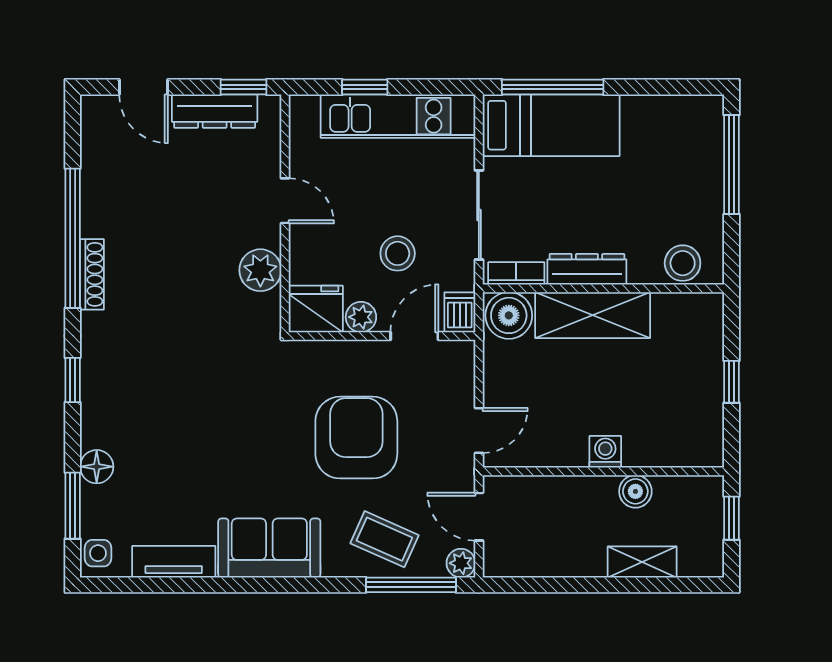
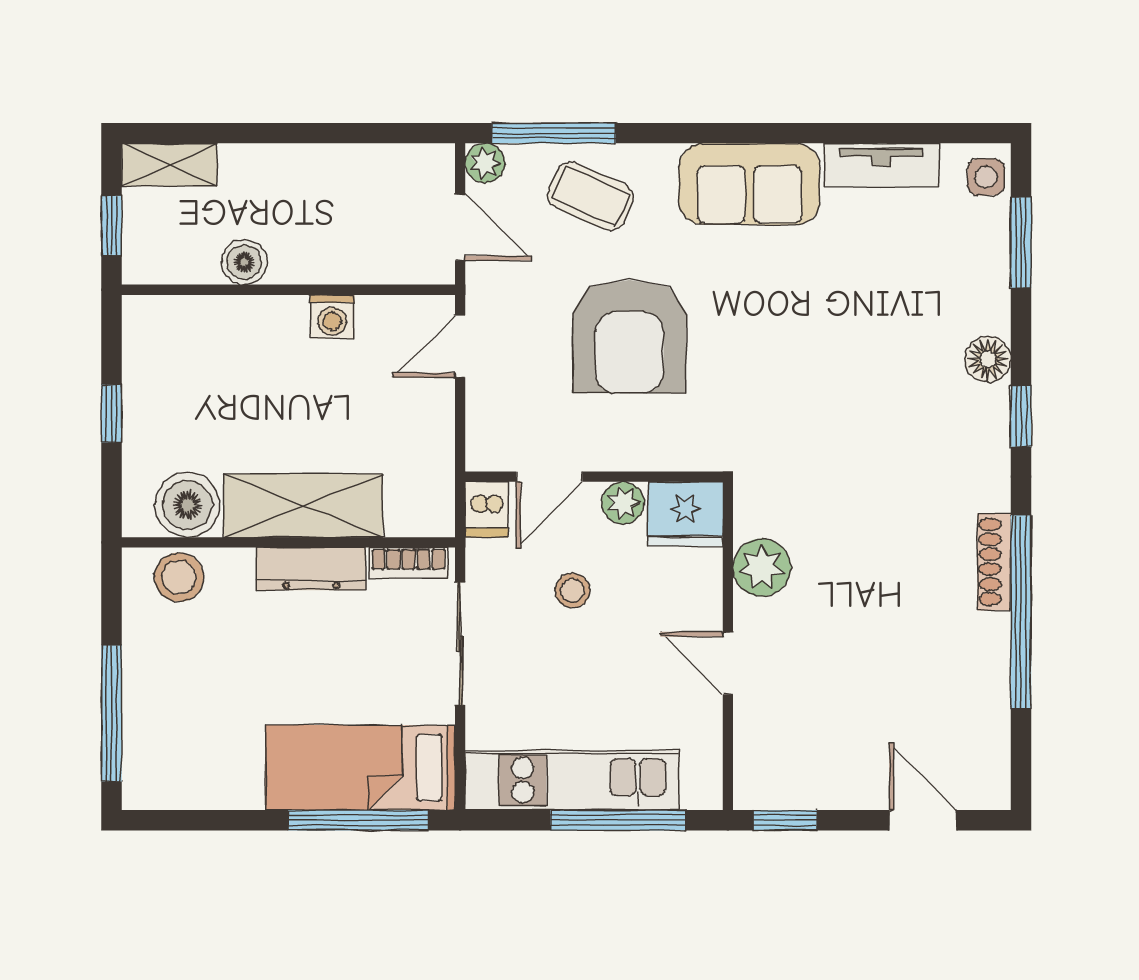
window: (365, 87) -> (618, 820), width x2.17
dresser: (215, 111) -> (825, 787), removed
stool: (398, 253) -> (572, 591), width x0.73, depth x0.73
boiler: (509, 315) -> (188, 505), moved
washing machine: (605, 452) -> (332, 317), moved
floor lamp: (97, 467) -> (988, 359), moved
shelving: (642, 562) -> (169, 165), moved

